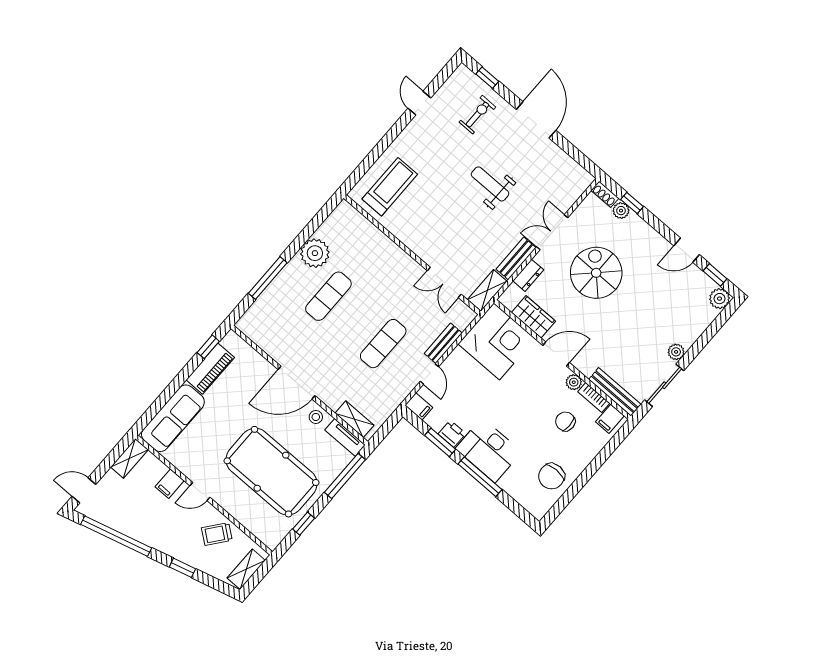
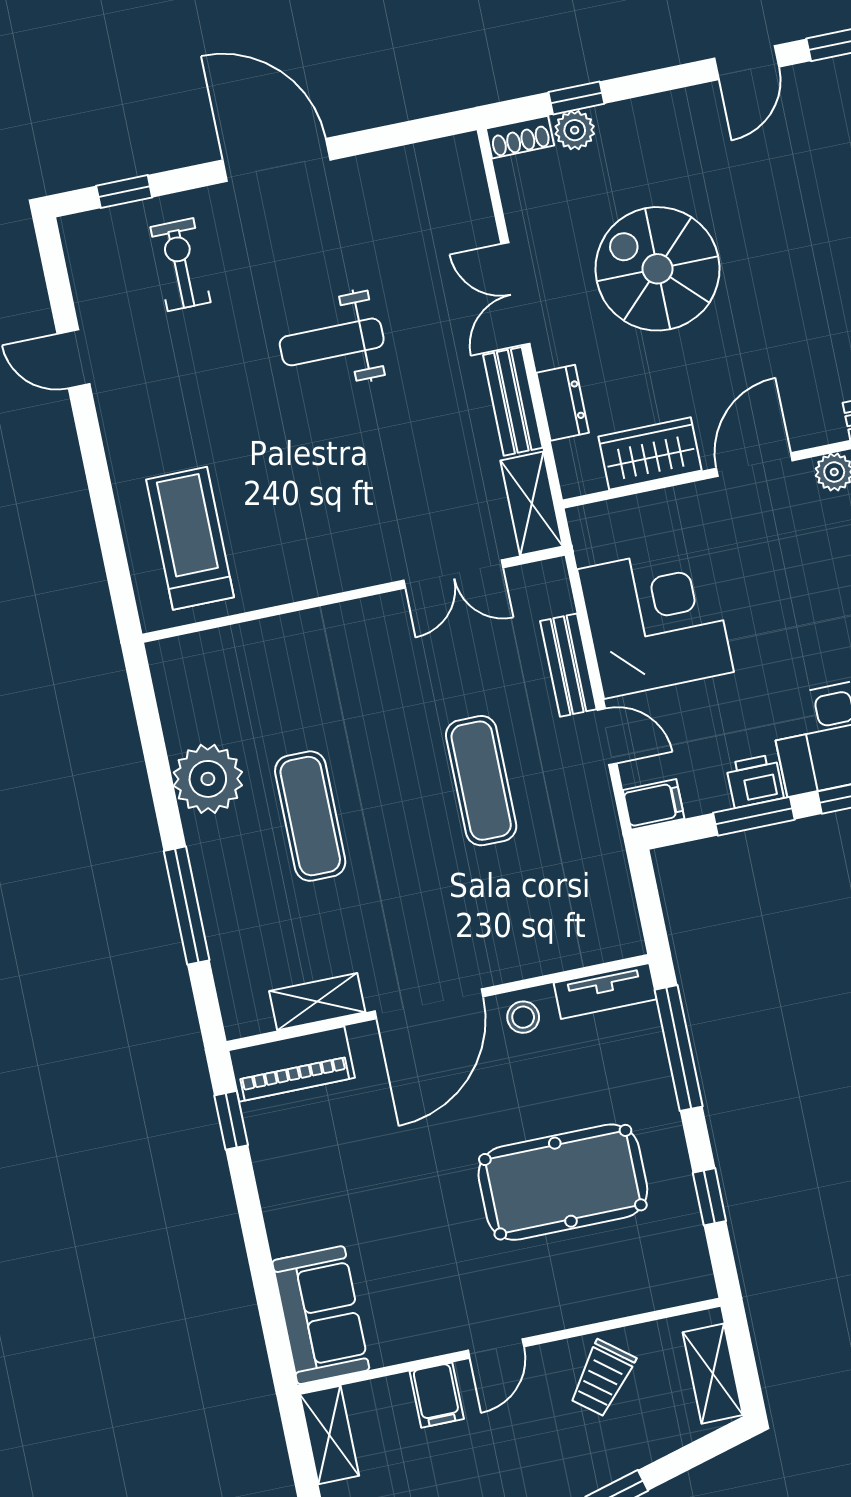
corner desk: (497, 341) -> (655, 621), moved
piano: (210, 369) -> (292, 1064), moved, turned 90
sofa: (173, 418) -> (321, 1315), width x0.73
shelving: (354, 419) -> (317, 1002), moved
pool table: (271, 472) -> (563, 1182), width x0.73, depth x0.76

